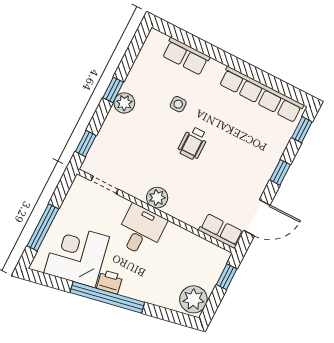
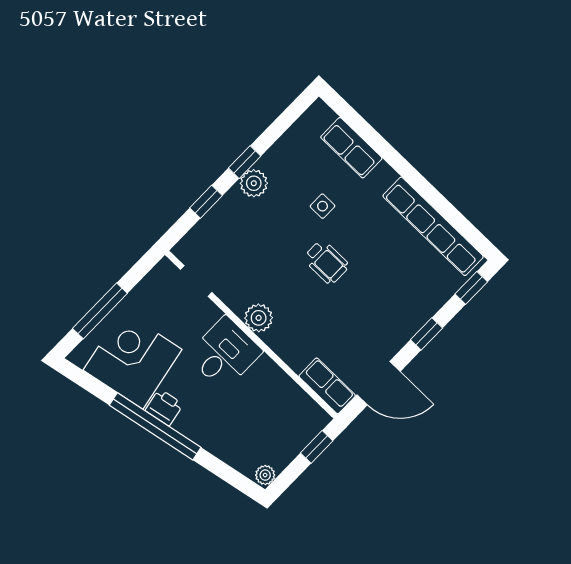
wheelchair: (193, 143) -> (326, 262), turned -90
window: (86, 144) -> (206, 202), moved
plant: (193, 299) -> (265, 475), width x0.53, depth x0.53

